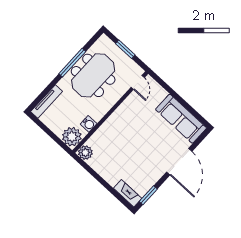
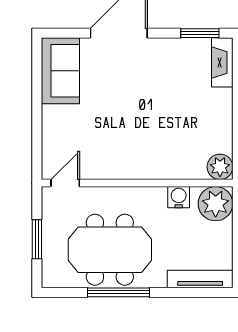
sofa: (181, 119) -> (60, 71), width x0.73

